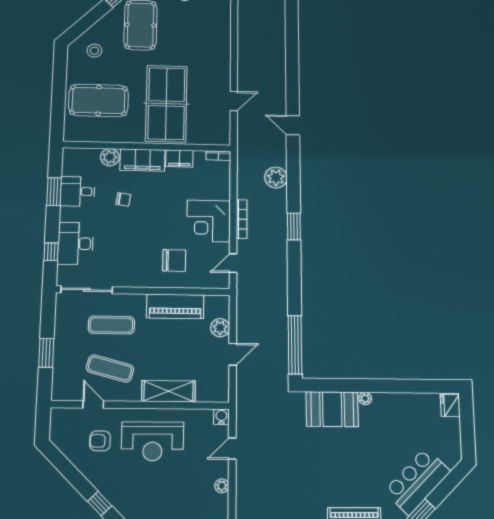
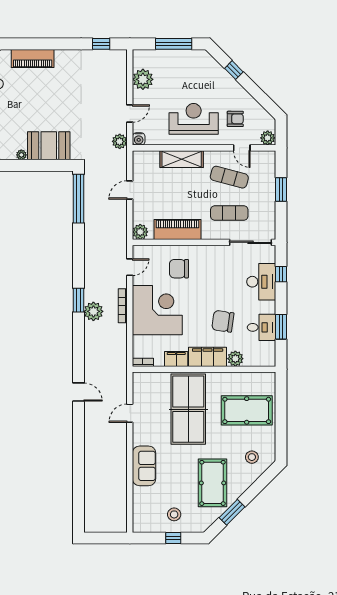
sofa: (218, 45) -> (144, 466), added
plant: (276, 178) -> (93, 311), moved
chair: (123, 199) -> (223, 321), width x1.87, depth x1.87
corner desk: (209, 221) -> (157, 310), width x1.36, depth x1.36
plant: (220, 328) -> (140, 232), moved
plant: (245, 414) -> (120, 141), added
plant: (60, 417) -> (268, 138), added
plant: (222, 486) -> (143, 79), width x1.88, depth x1.88

